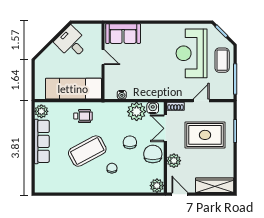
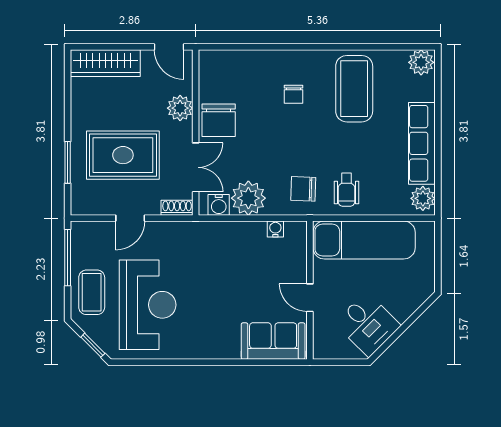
wheelchair: (83, 116) -> (346, 190), turned -90
chair: (130, 142) -> (303, 189), moved, turned 92
coffee table: (87, 151) -> (354, 89), moved, turned -62
plant: (157, 186) -> (421, 62), moved

